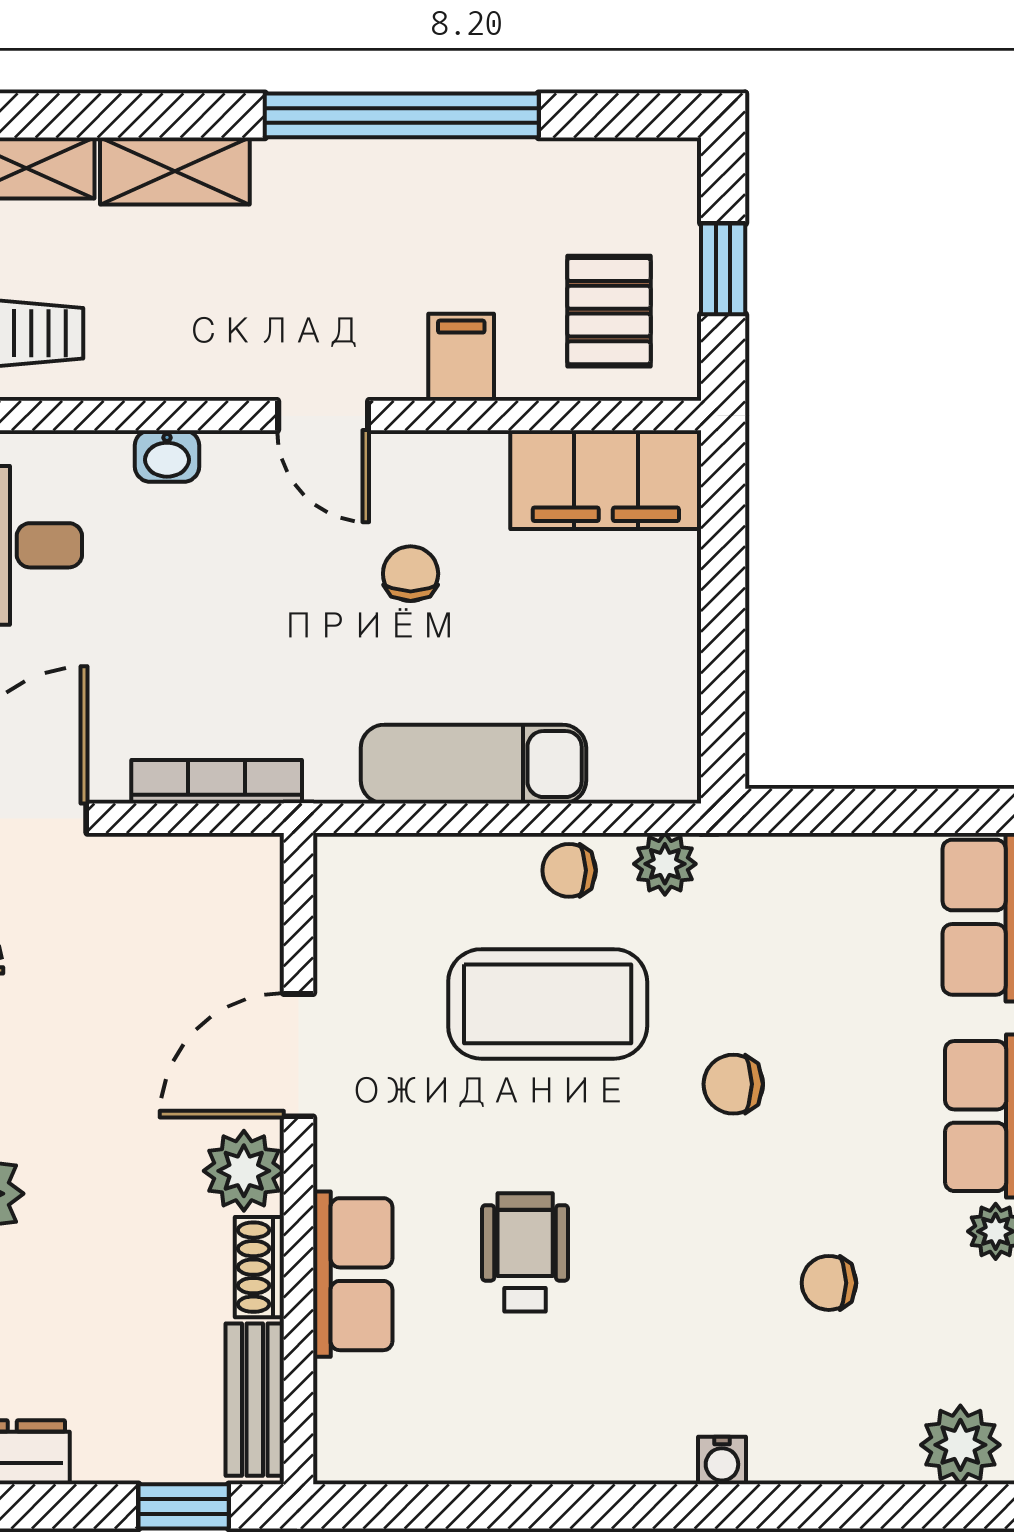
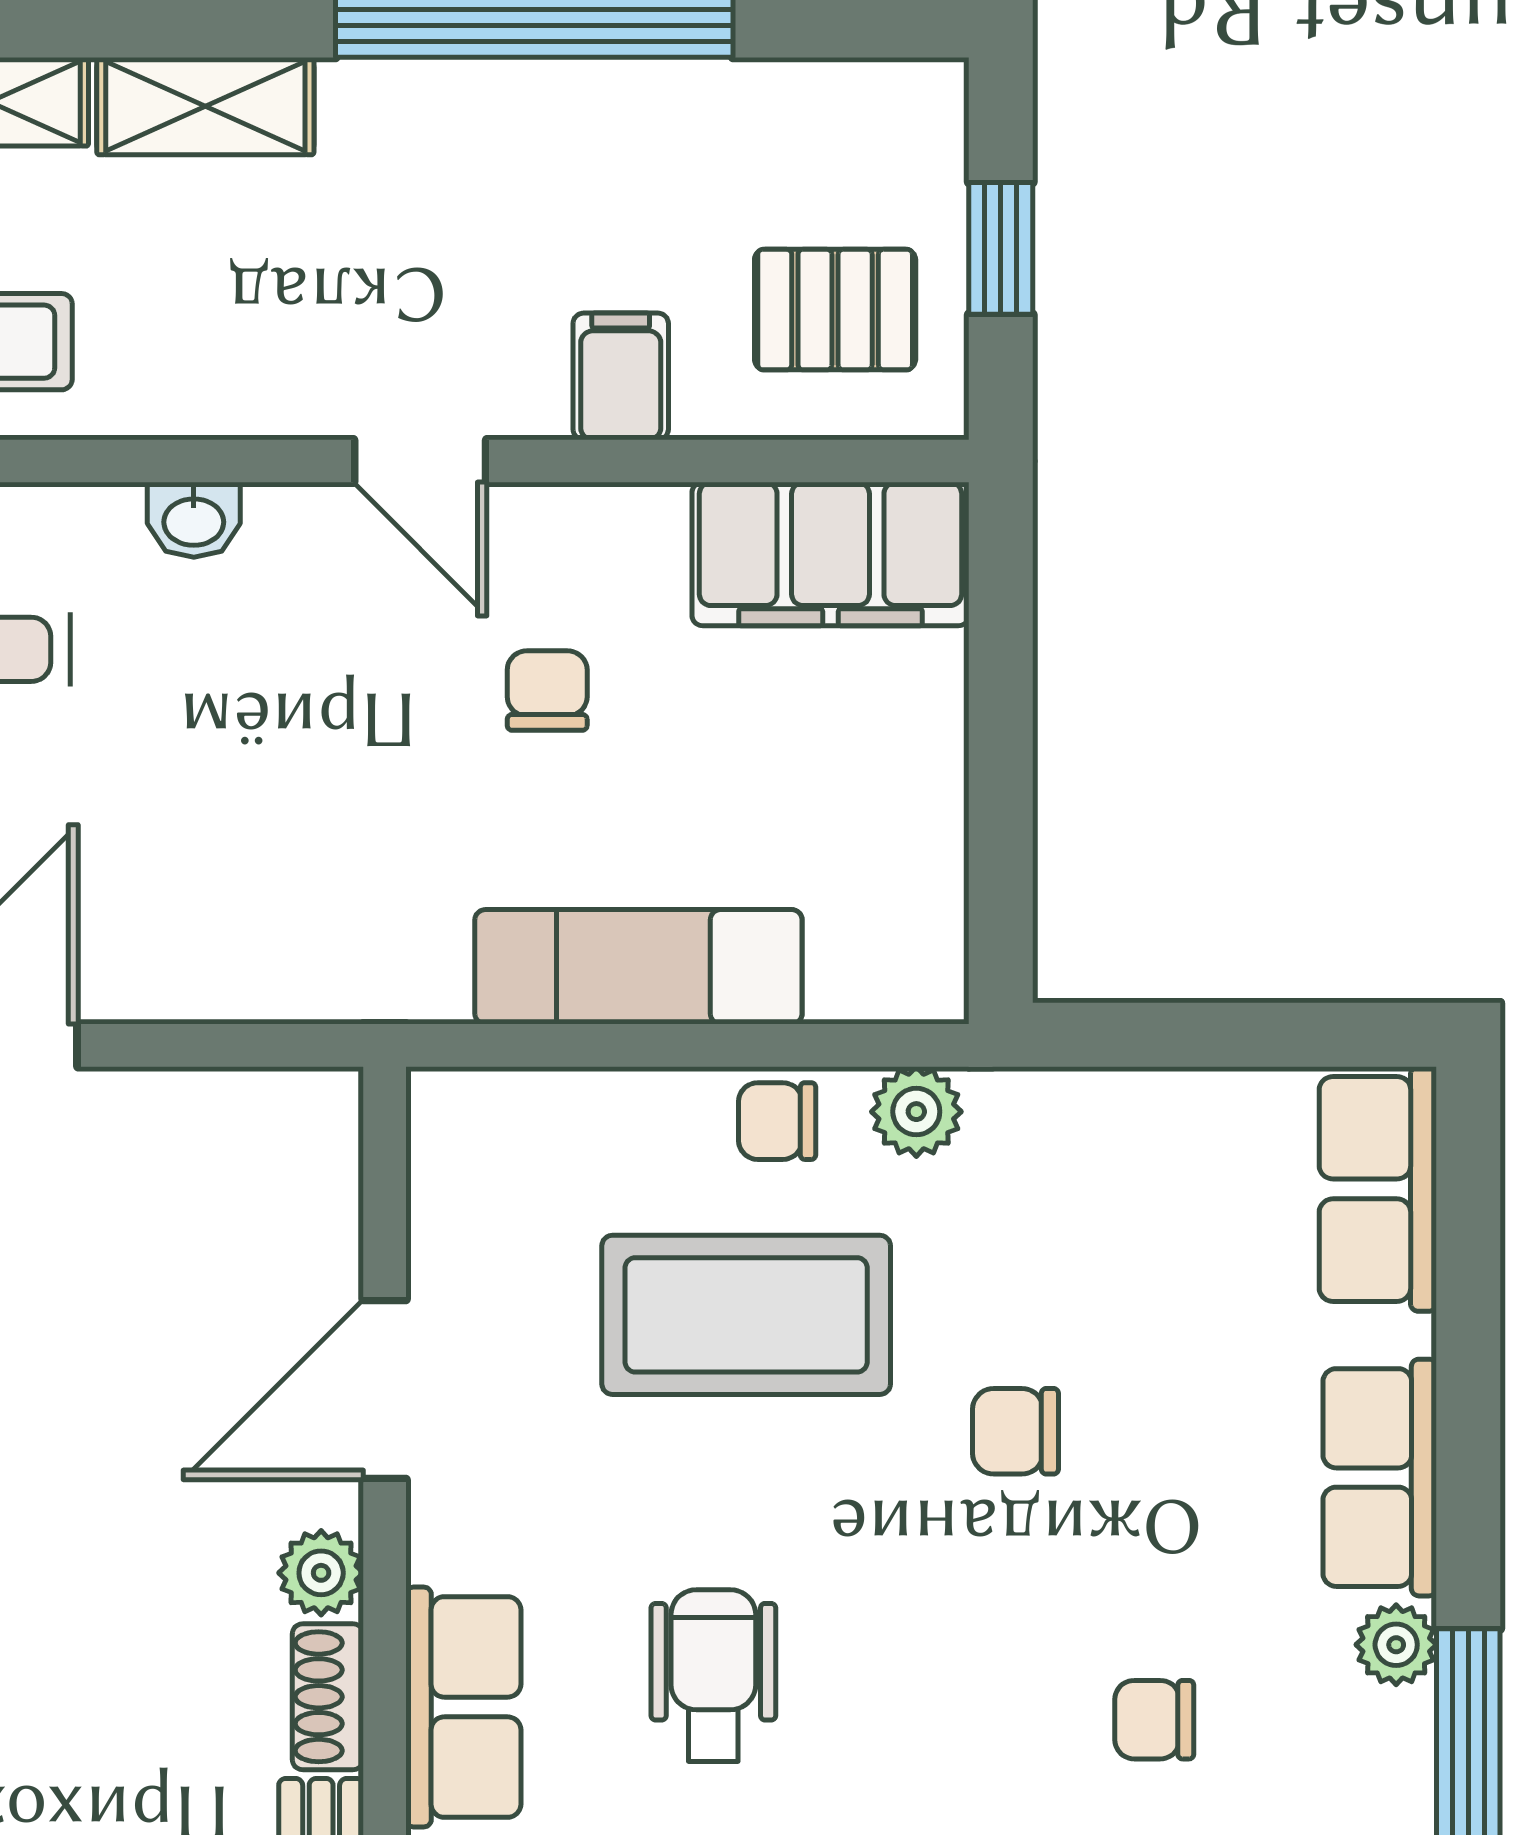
pallet: (609, 311) -> (835, 310), turned 90
bookcase: (217, 782) -> (266, 992), removed
plant: (244, 1171) -> (321, 1573), width x0.73, depth x0.73

